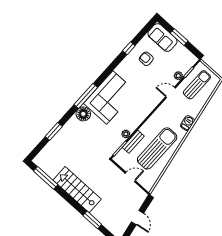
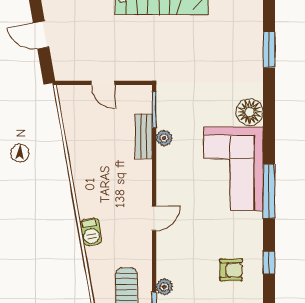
door: (170, 92) -> (154, 218), moved
window: (86, 96) -> (269, 191), moved
sun lounger: (157, 148) -> (102, 157), removed
door: (130, 177) -> (103, 83), hinge flipped

